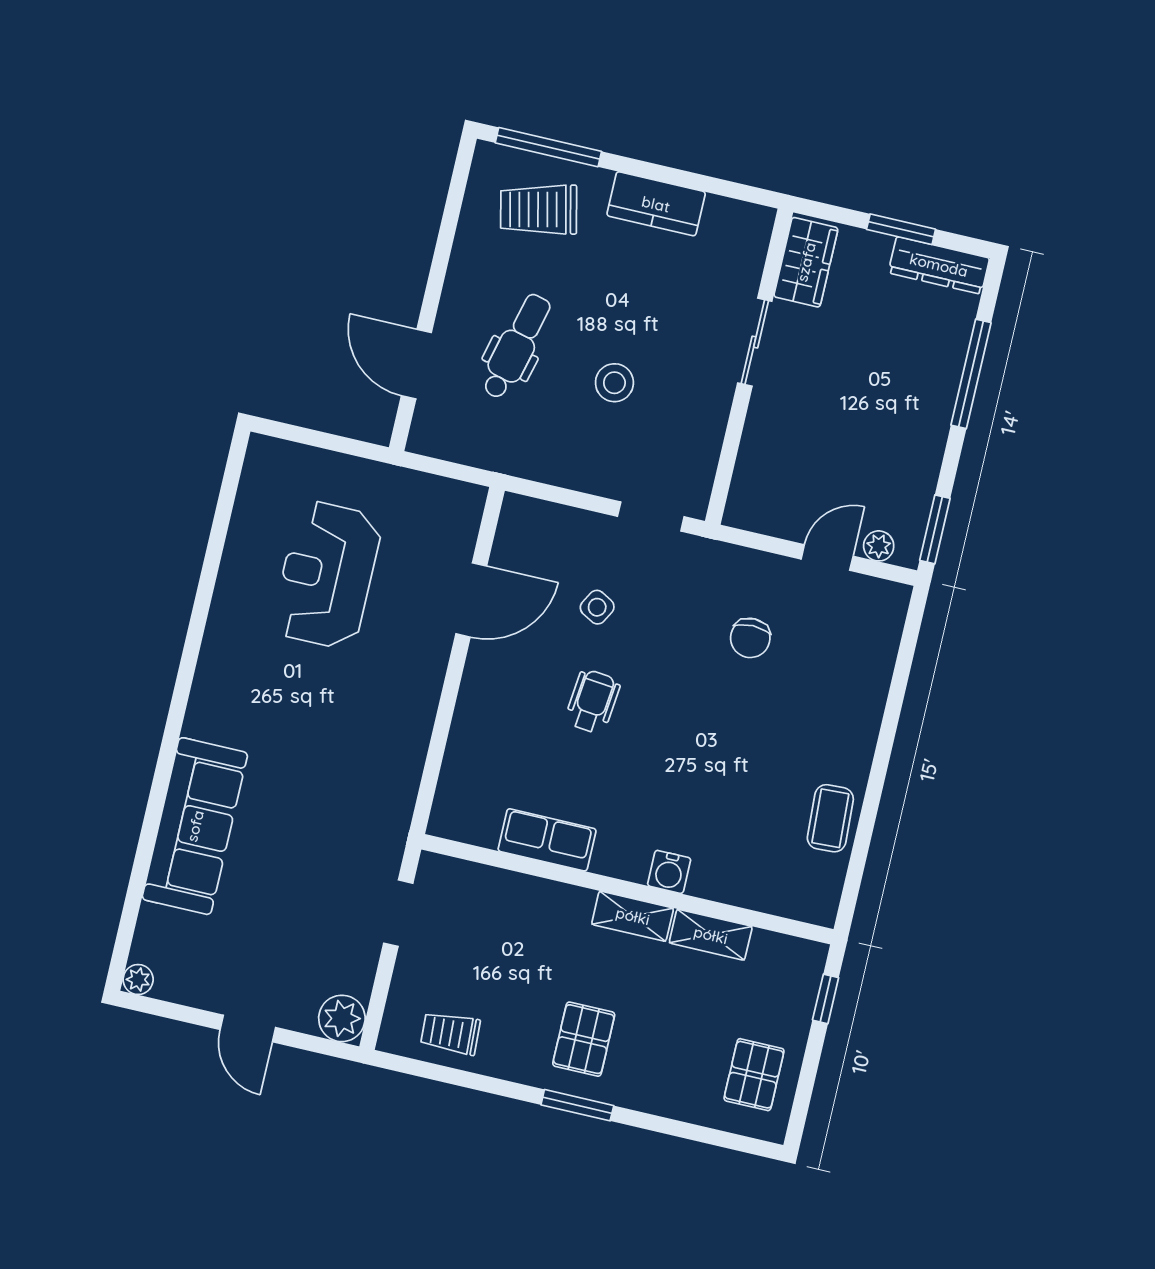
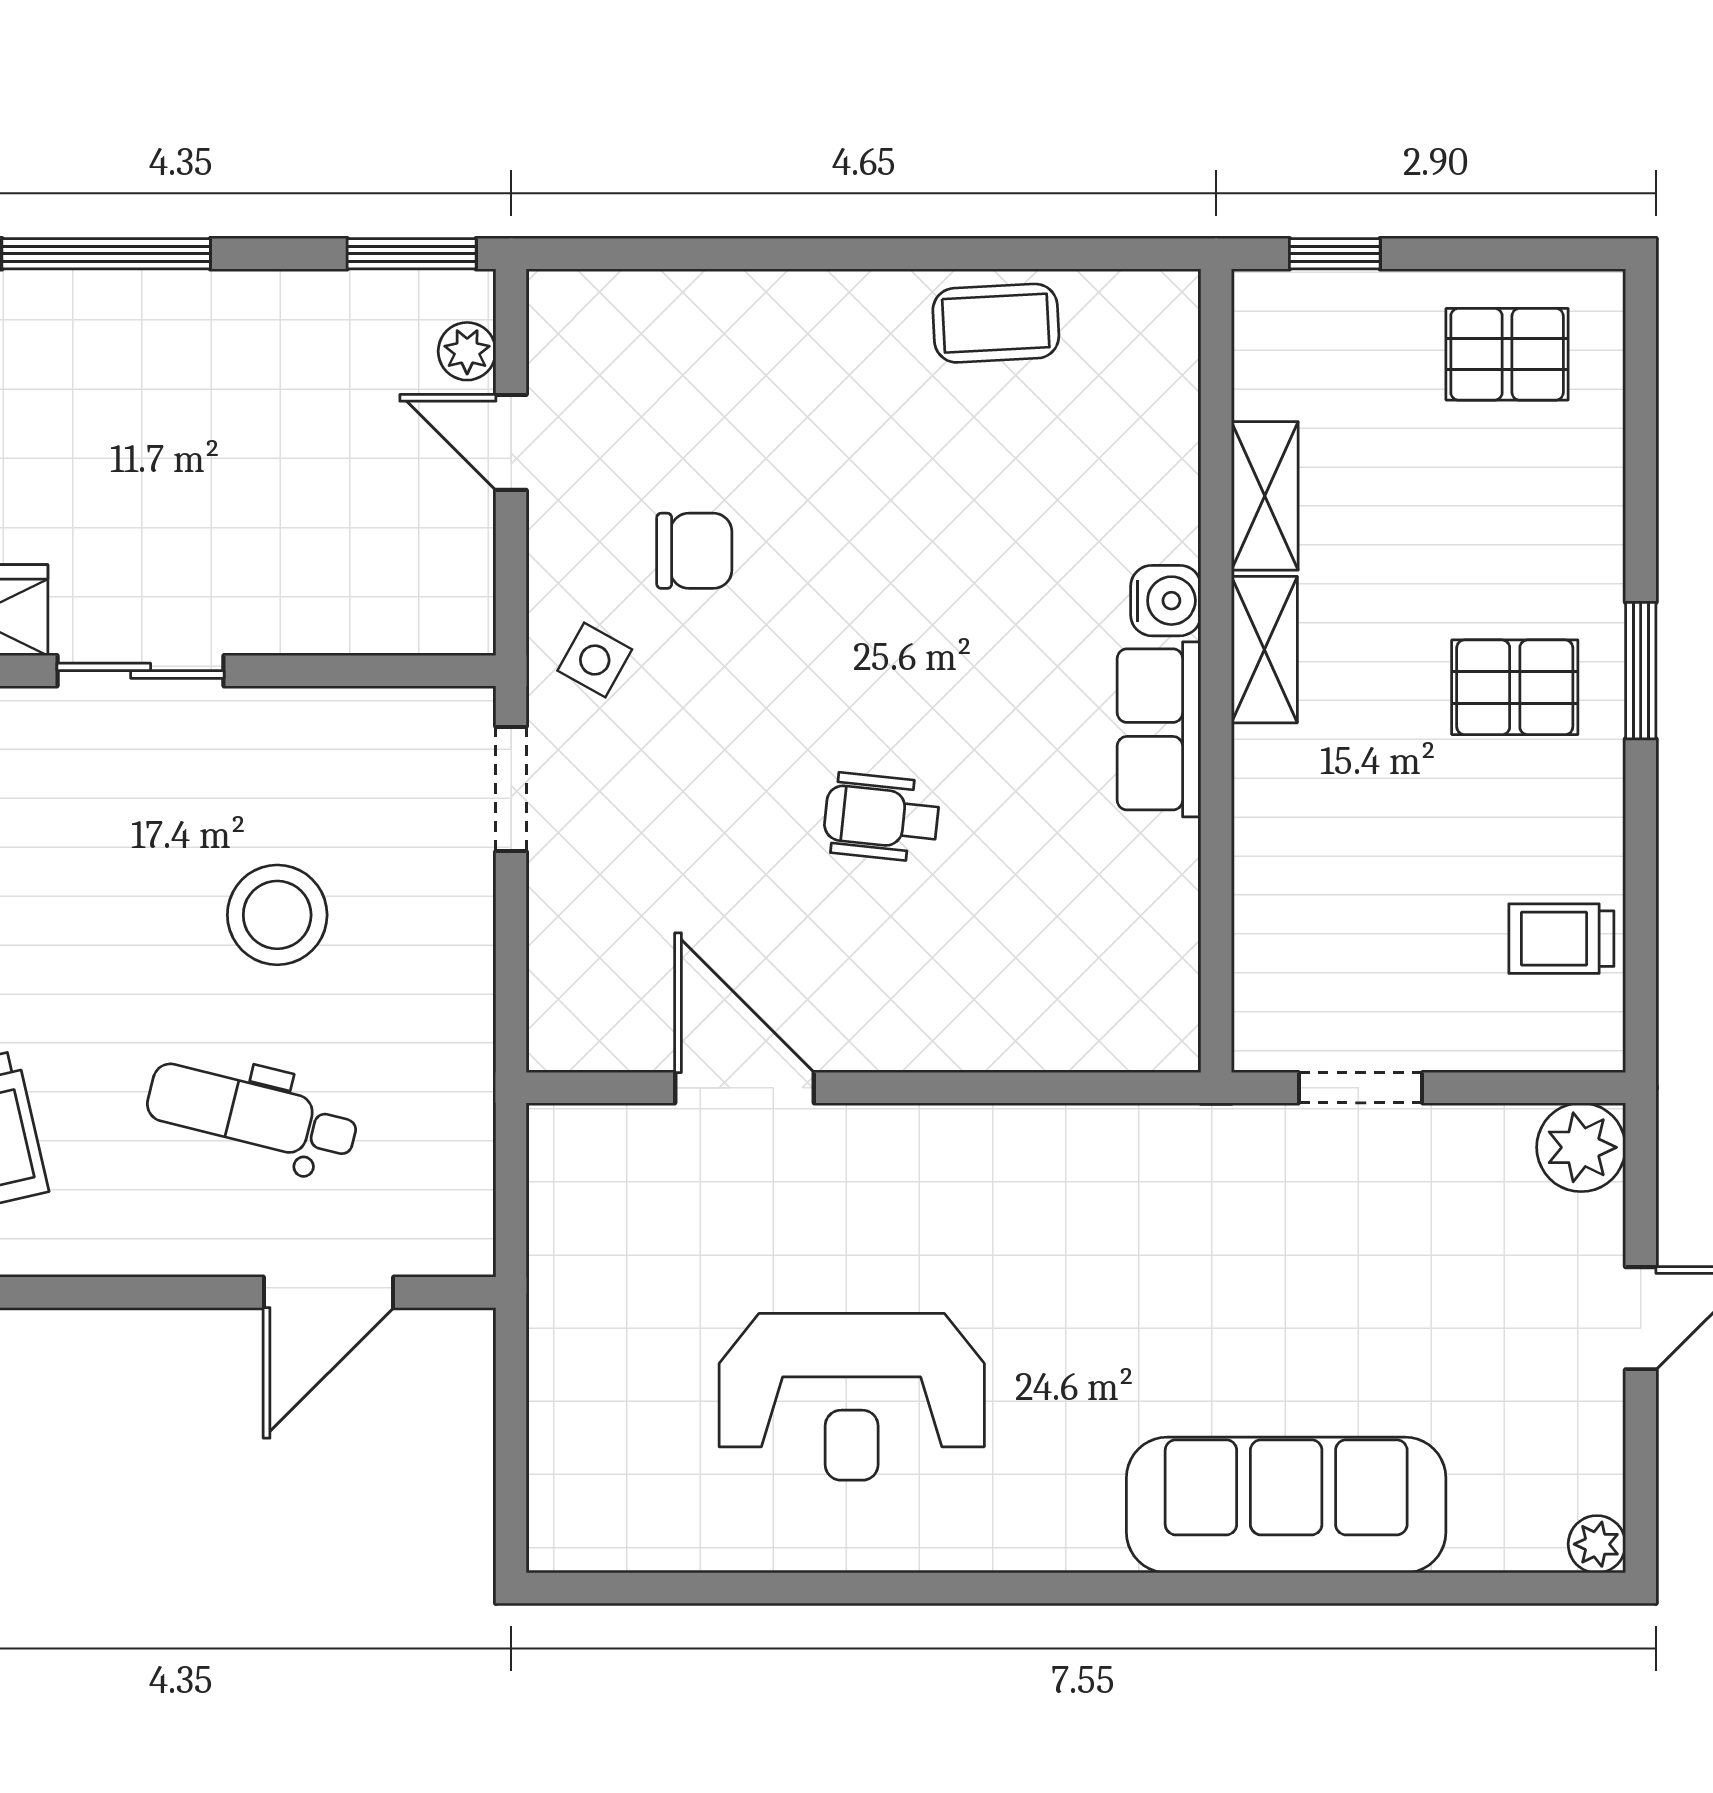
stool: (614, 383) -> (277, 915), width x1.38, depth x1.38
reception desk: (327, 575) -> (852, 1397), moved
side table: (597, 607) -> (595, 660), moved
row of seats: (547, 840) -> (1159, 729), moved
trolley: (450, 1033) -> (1561, 939), turned 93

